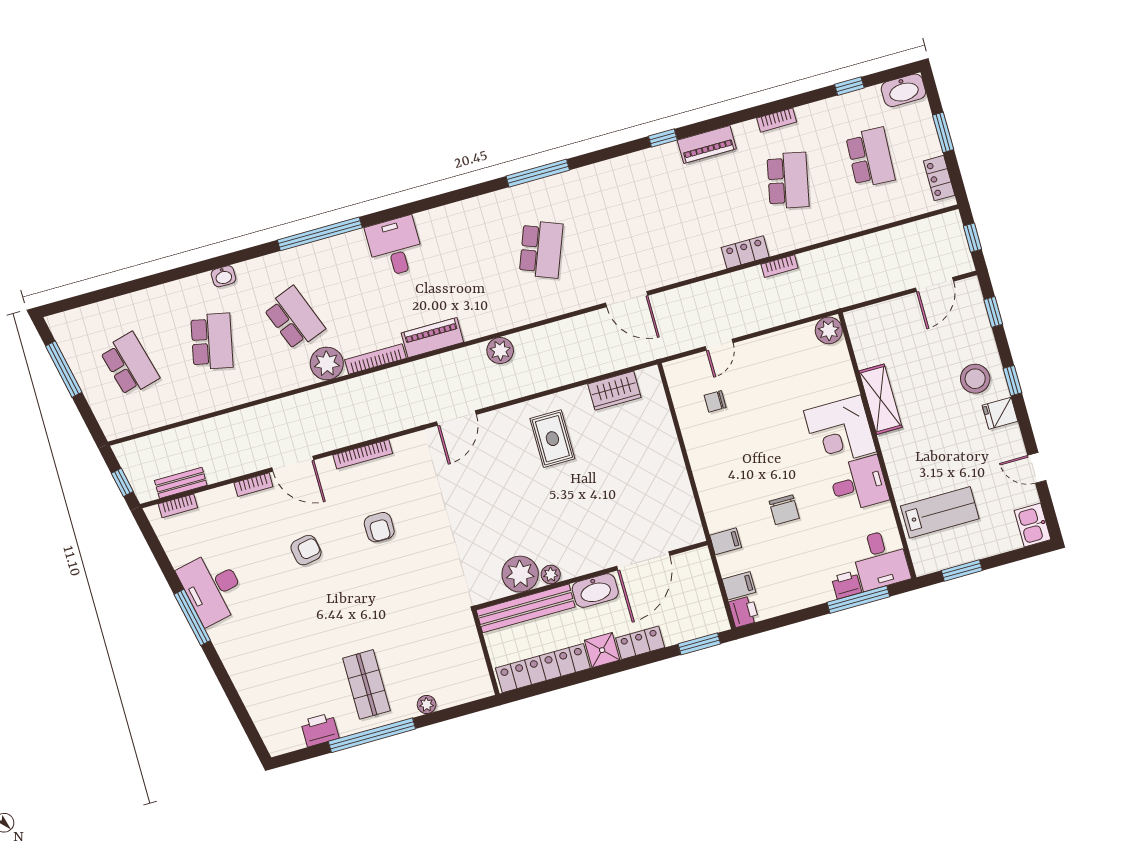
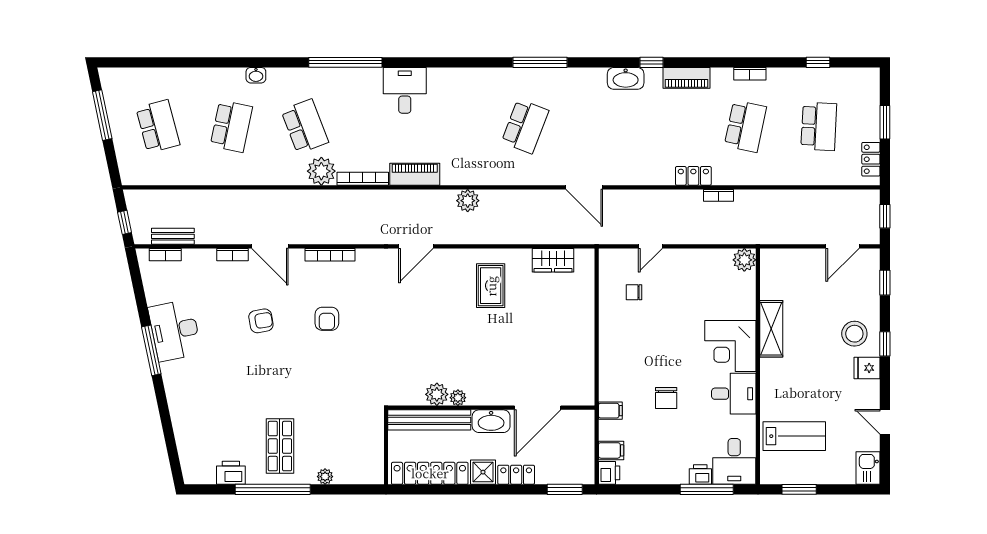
washbasin: (903, 90) -> (626, 78), moved
plant: (520, 574) -> (437, 394), width x0.73, depth x0.73

